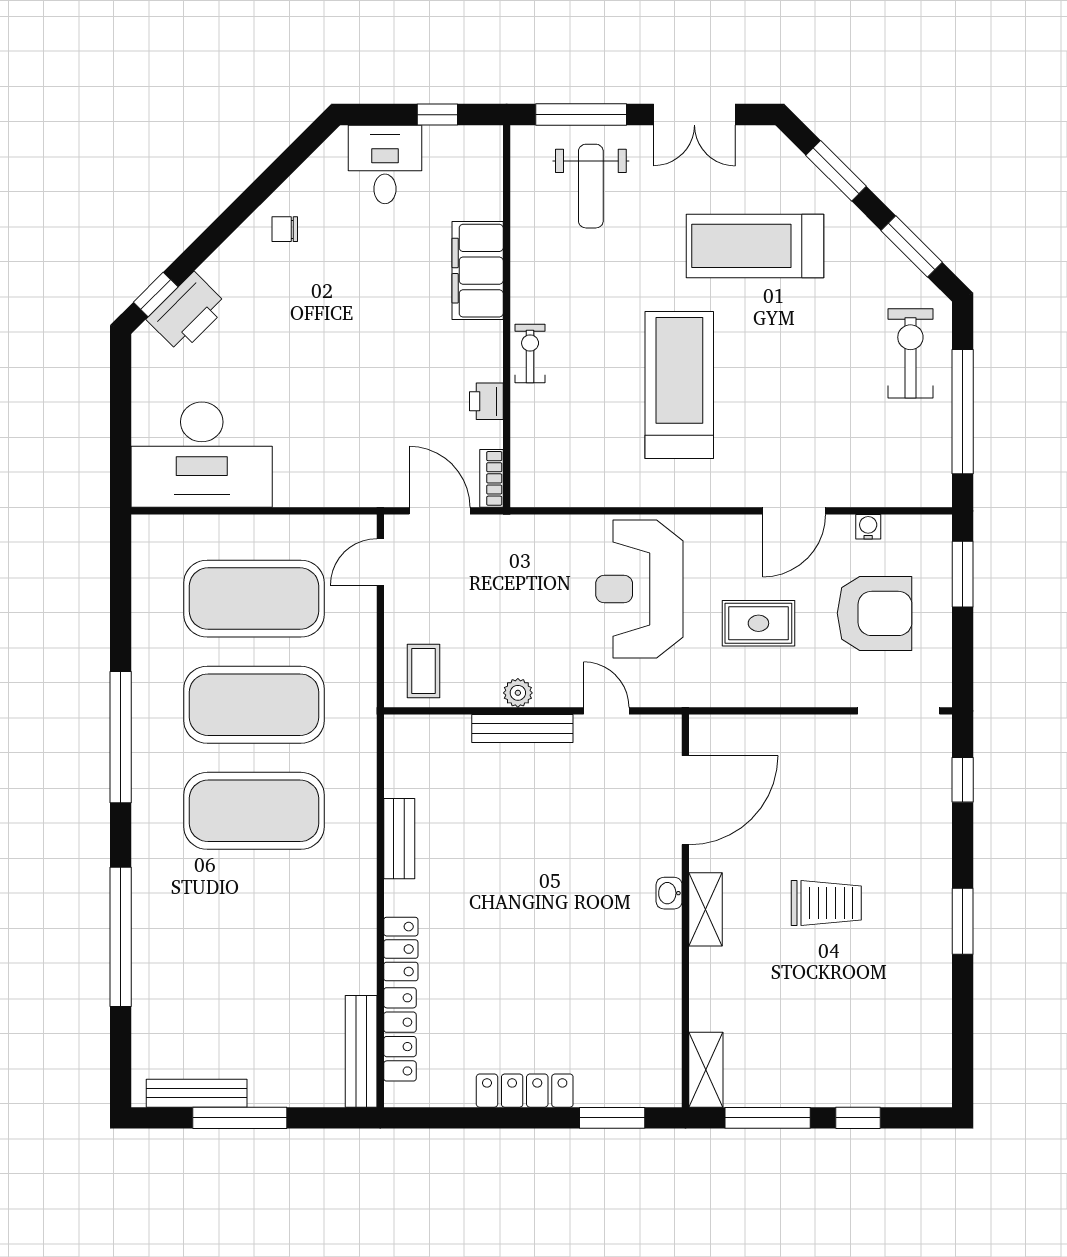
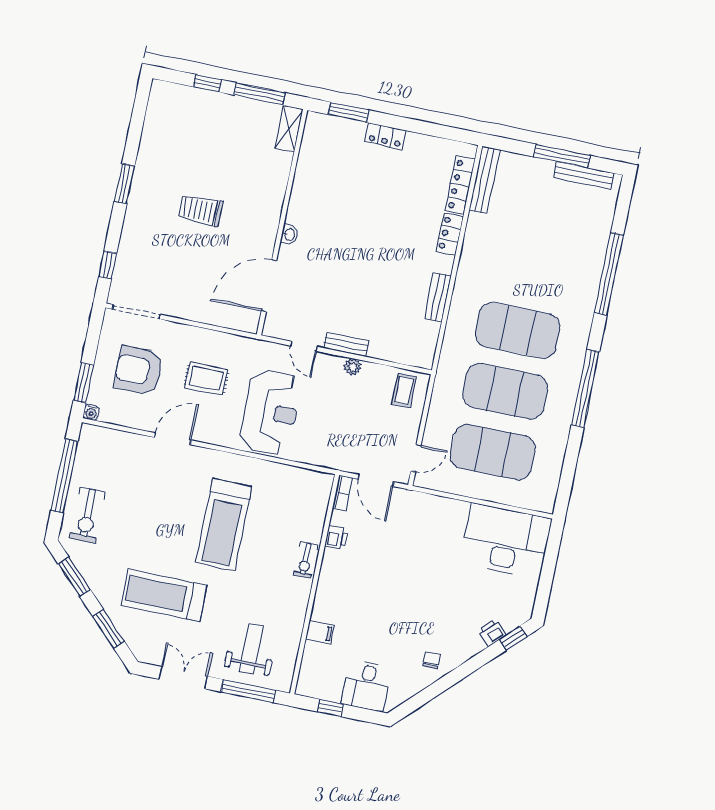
chair: (285, 229) -> (432, 660), turned -90
treadmill: (755, 246) -> (164, 595), turned 180
filing cabinet: (478, 271) -> (320, 632), width x0.33, depth x0.86
printer: (187, 313) -> (492, 633), width x0.53, depth x0.68
water cooler: (868, 527) -> (91, 412), moved
bench: (522, 729) -> (346, 344), width x0.73
shelving: (706, 909) -> (270, 221), removed
locker: (525, 1091) -> (385, 136), width x0.66

